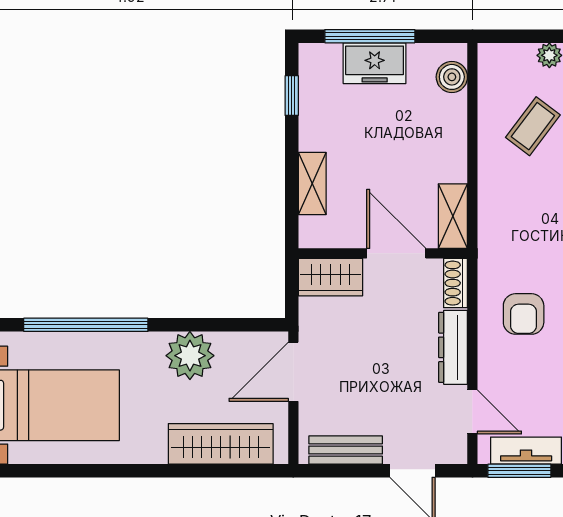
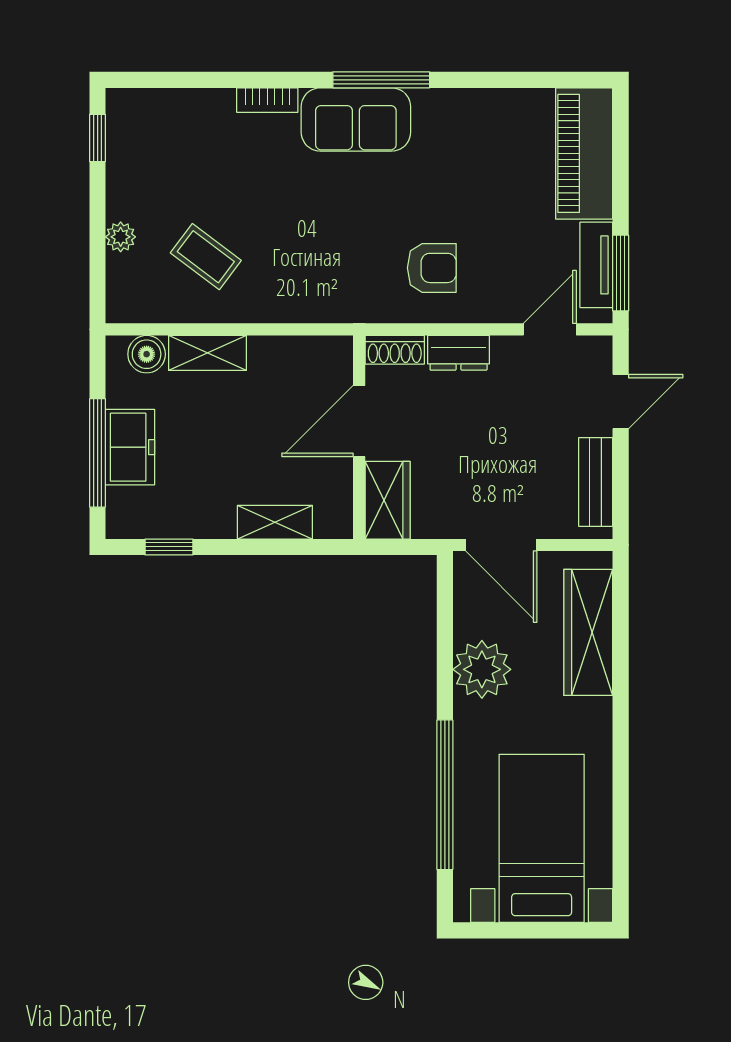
shelving: (453, 216) -> (207, 353), moved
dresser: (453, 347) -> (459, 353), width x0.70

